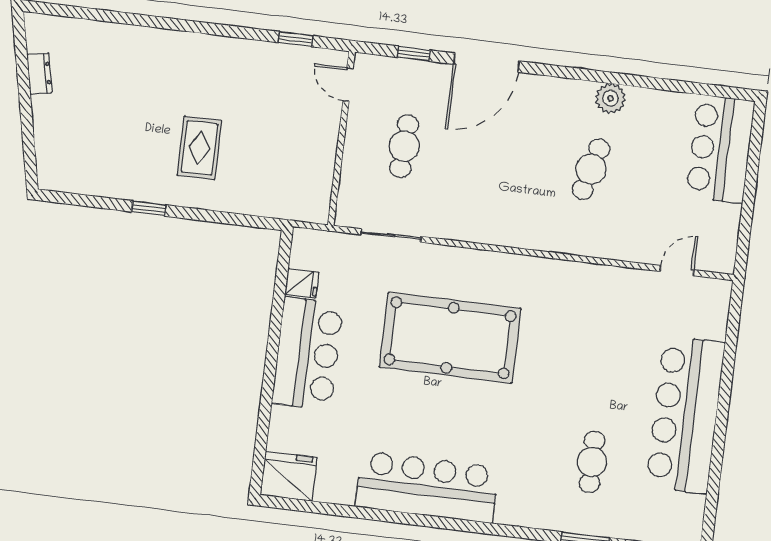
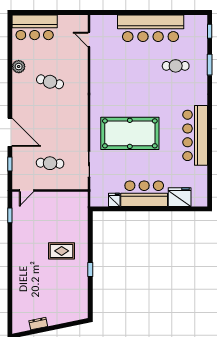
plant: (611, 98) -> (19, 67), moved
pool table: (450, 338) -> (130, 133), turned 90
fridge: (289, 476) -> (180, 197), moved, turned 90

